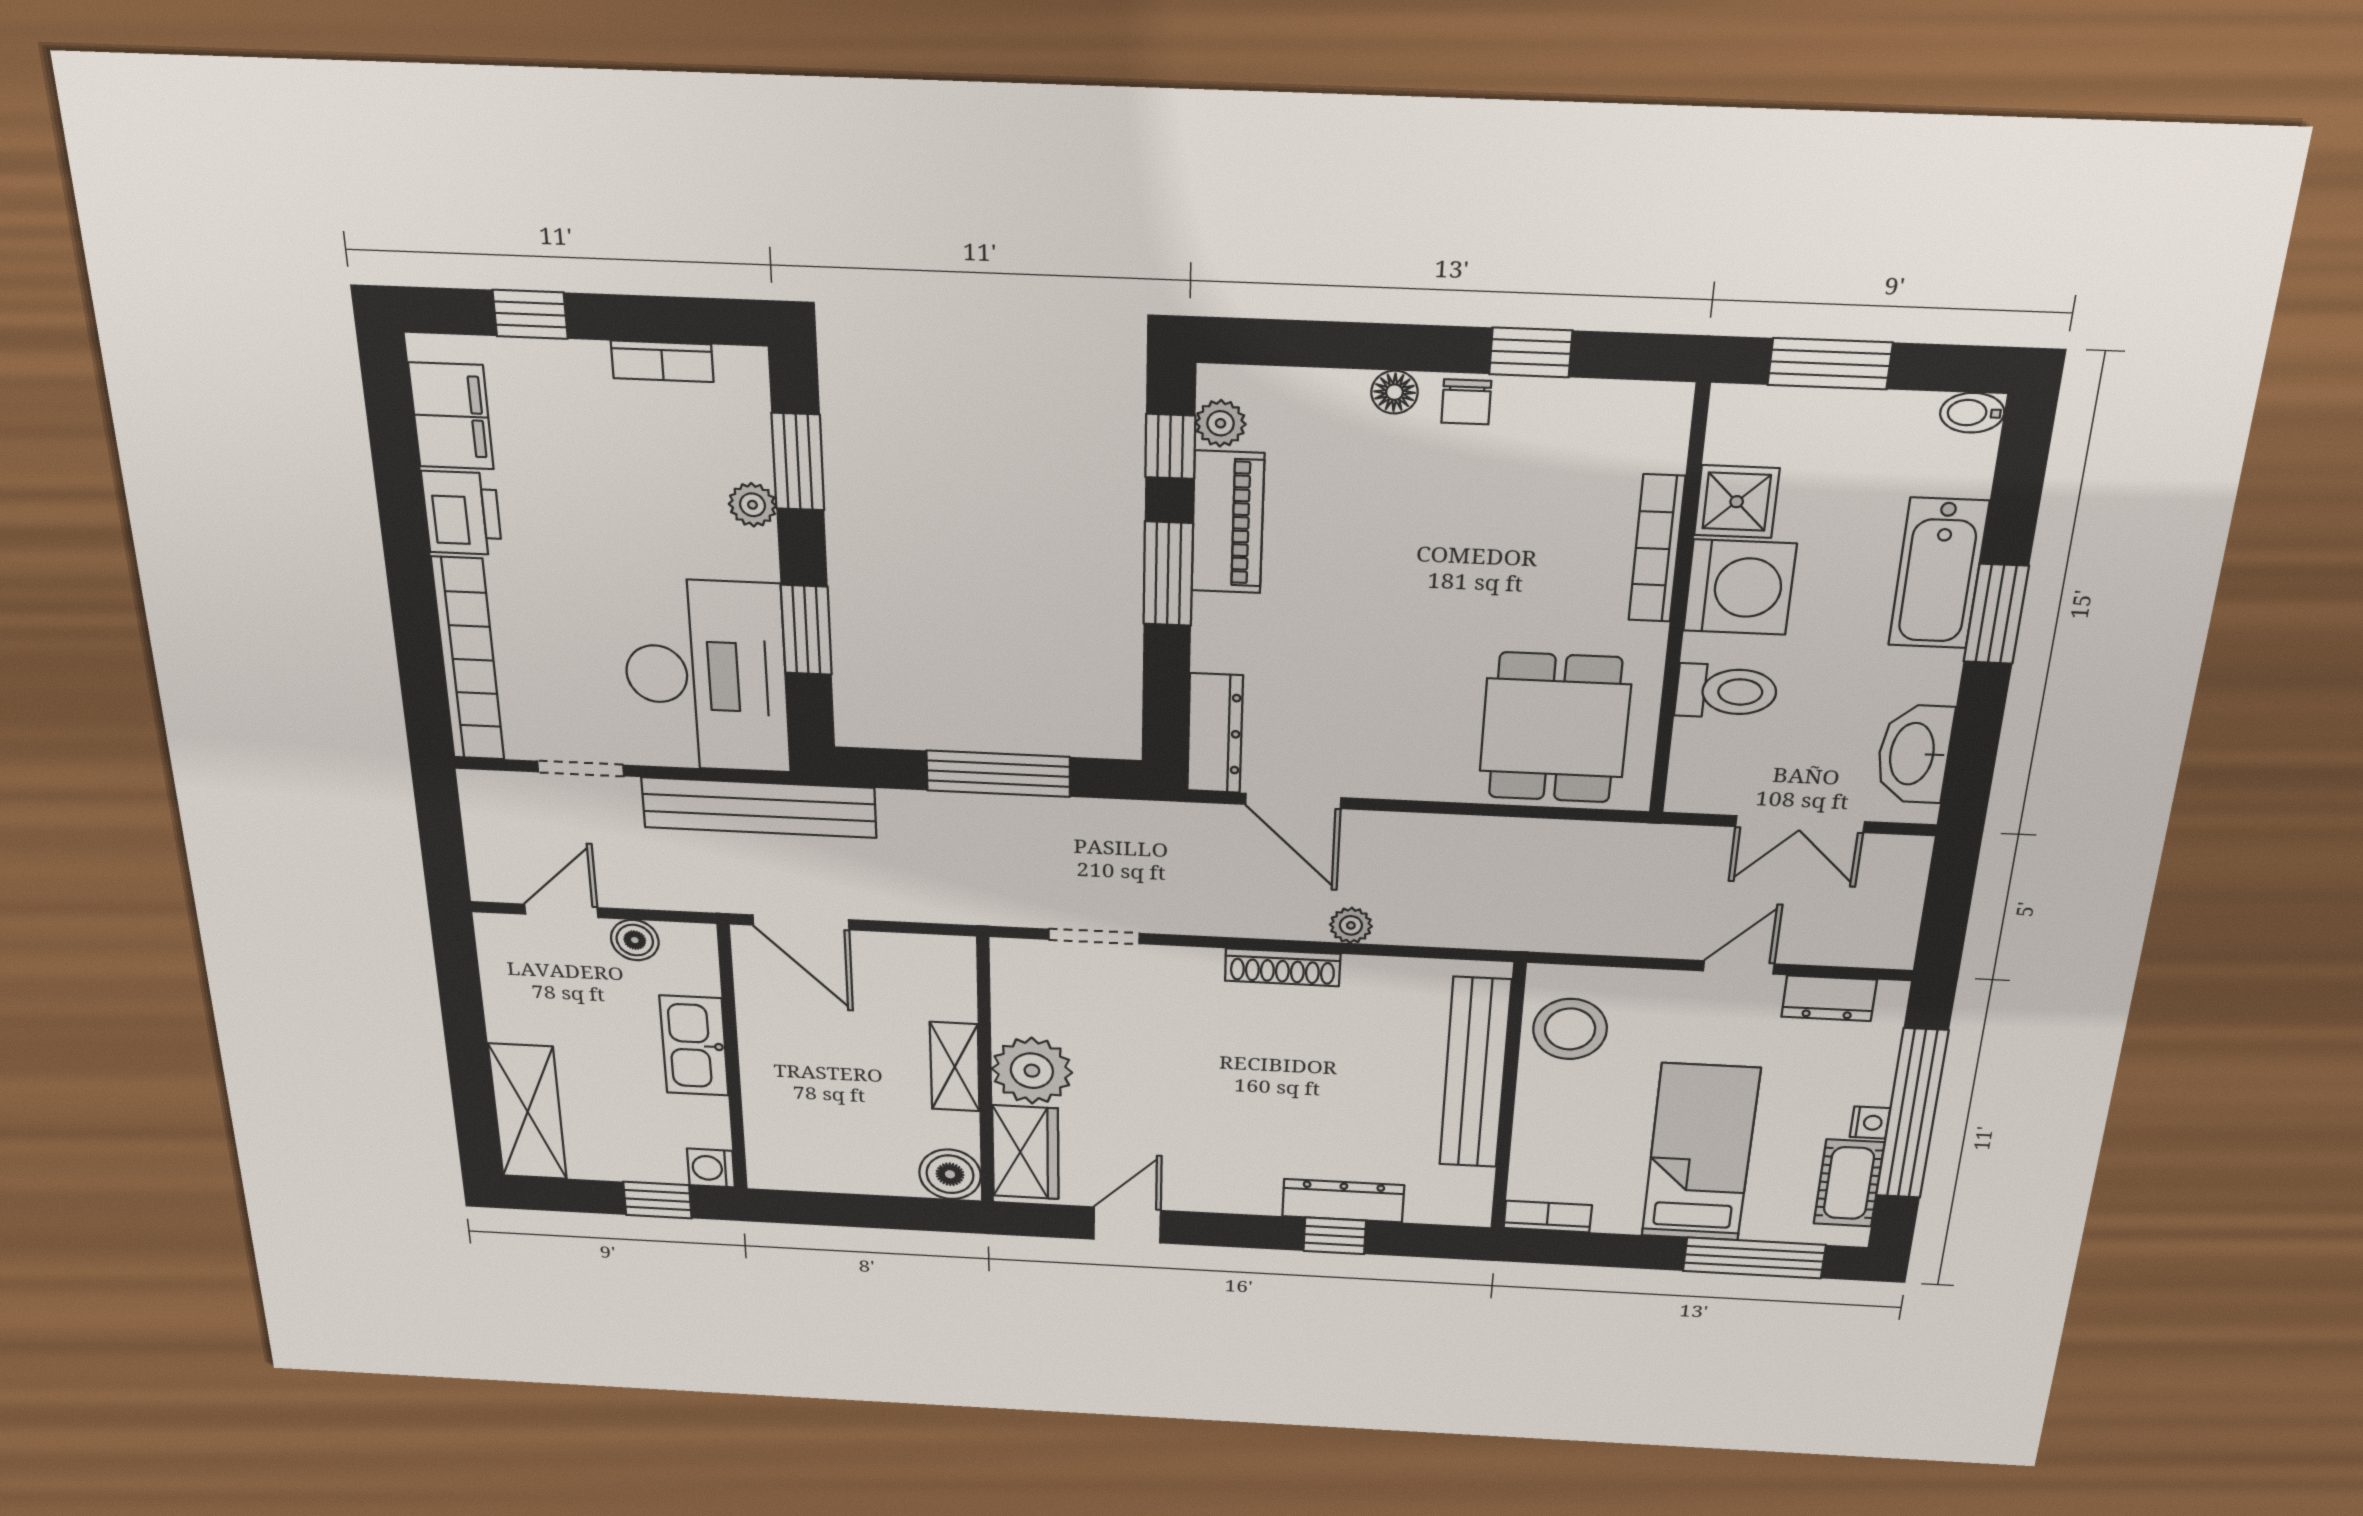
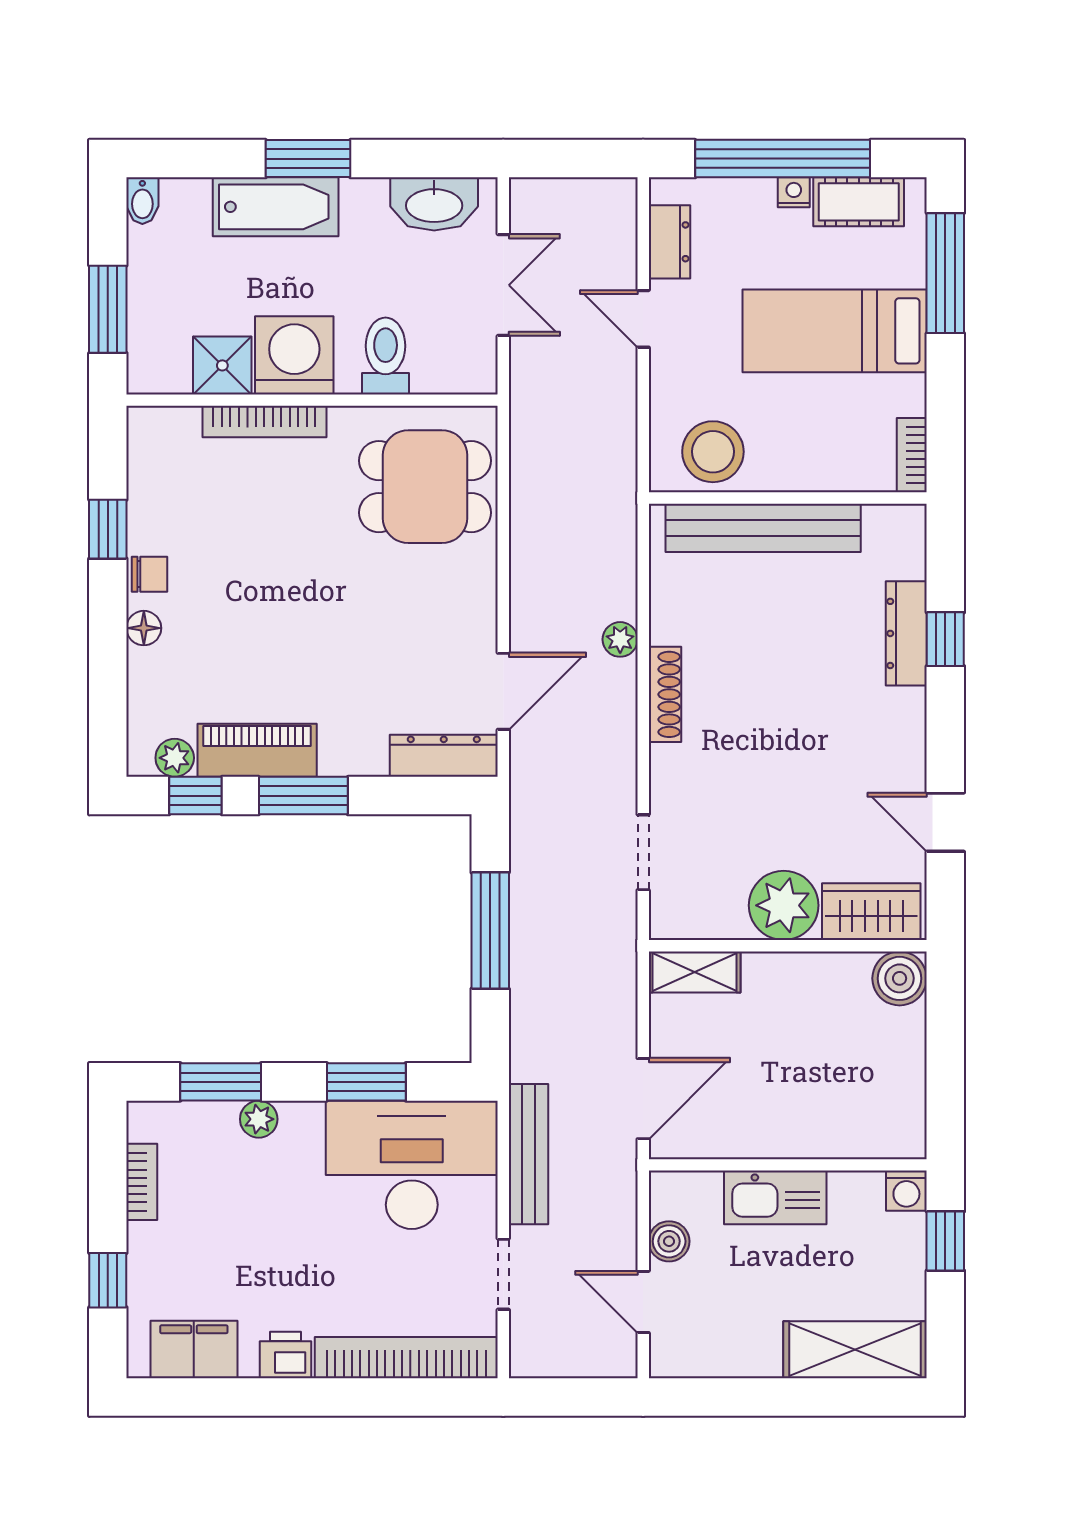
printer: (462, 513) -> (285, 1355), width x0.73, depth x0.81
bench: (759, 808) -> (529, 1154), width x0.73, depth x0.82
shelving: (955, 1067) -> (695, 972), moved

